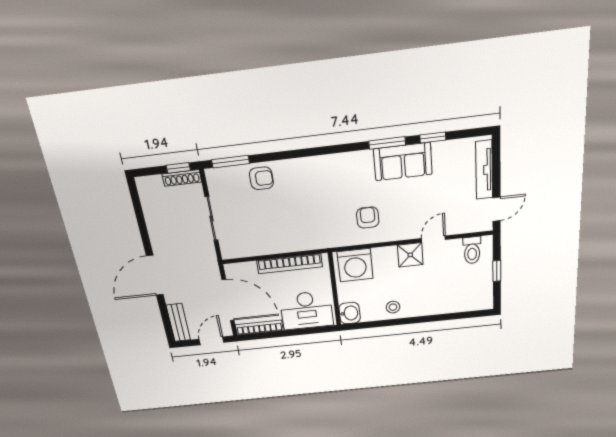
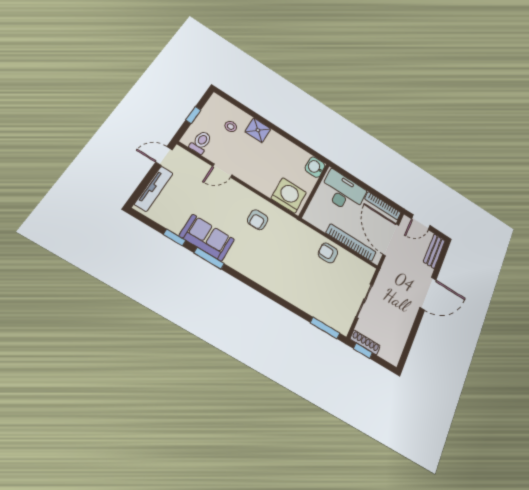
armchair: (261, 178) -> (328, 253), moved
shower: (410, 255) -> (258, 130), moved
bookcase: (290, 264) -> (351, 243), moved
stool: (393, 307) -> (231, 127), moved

